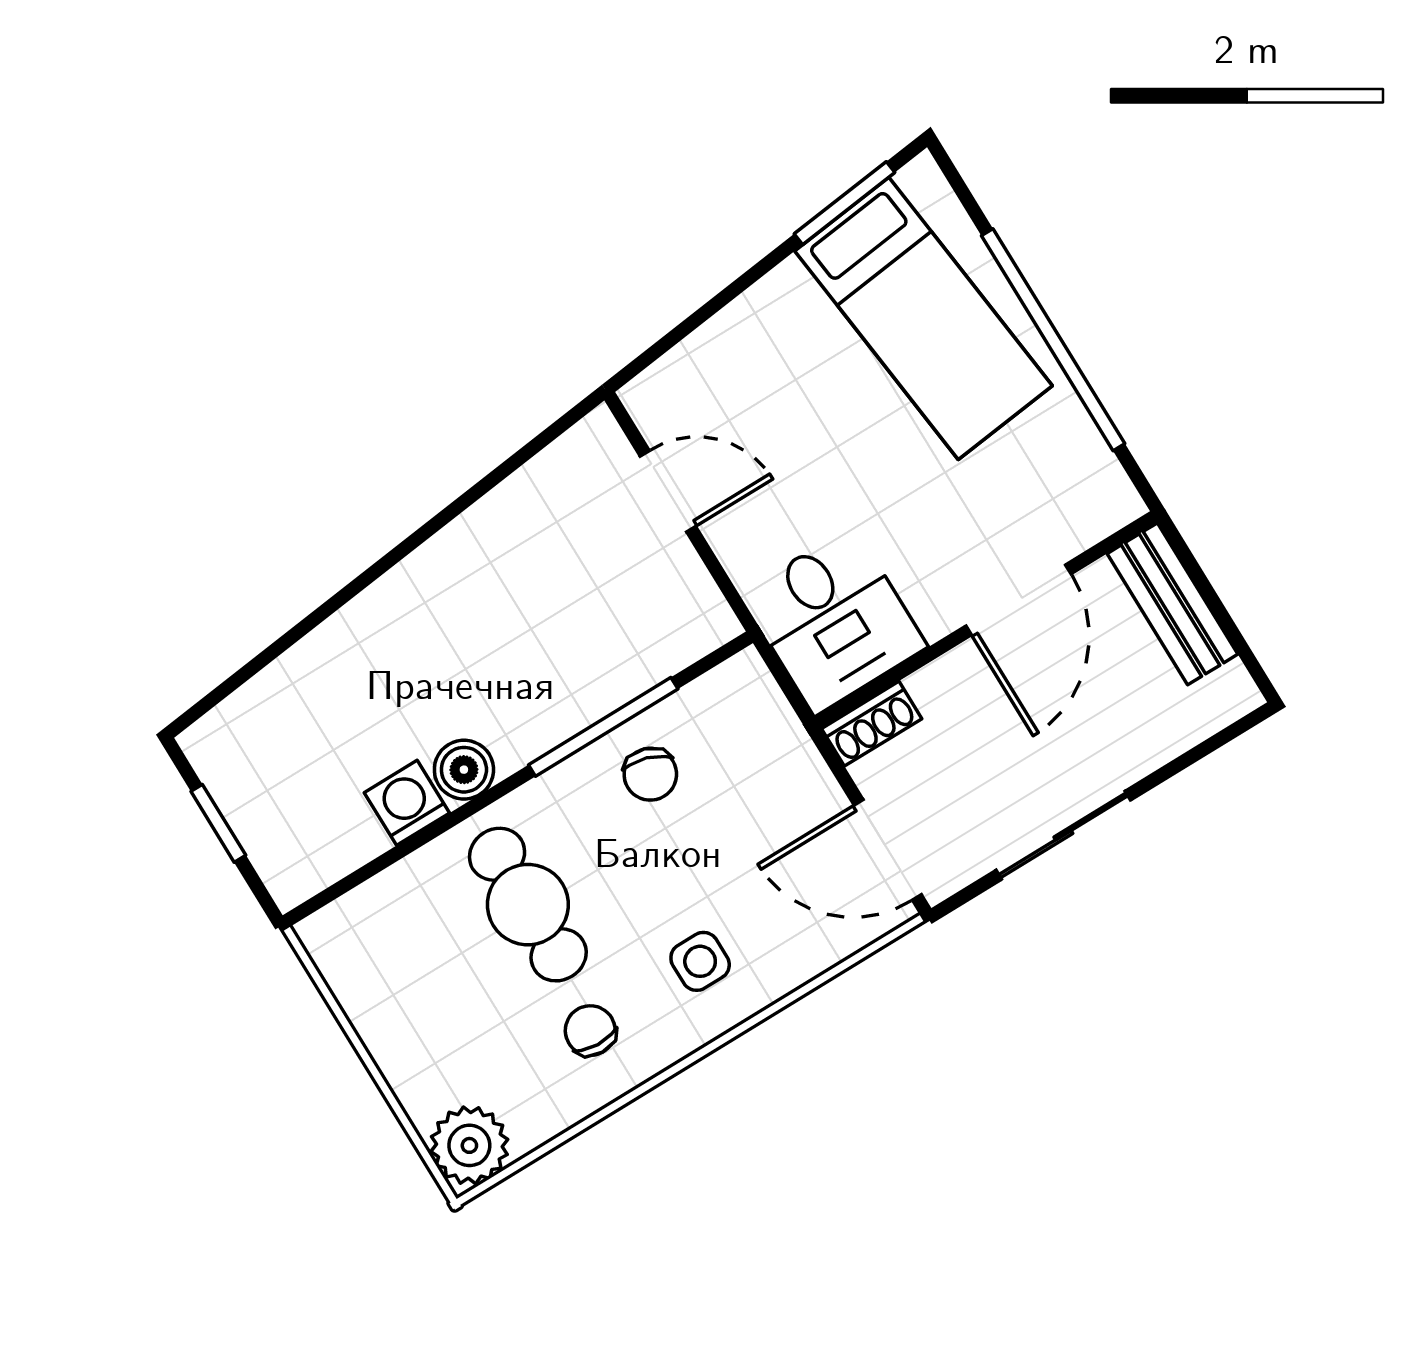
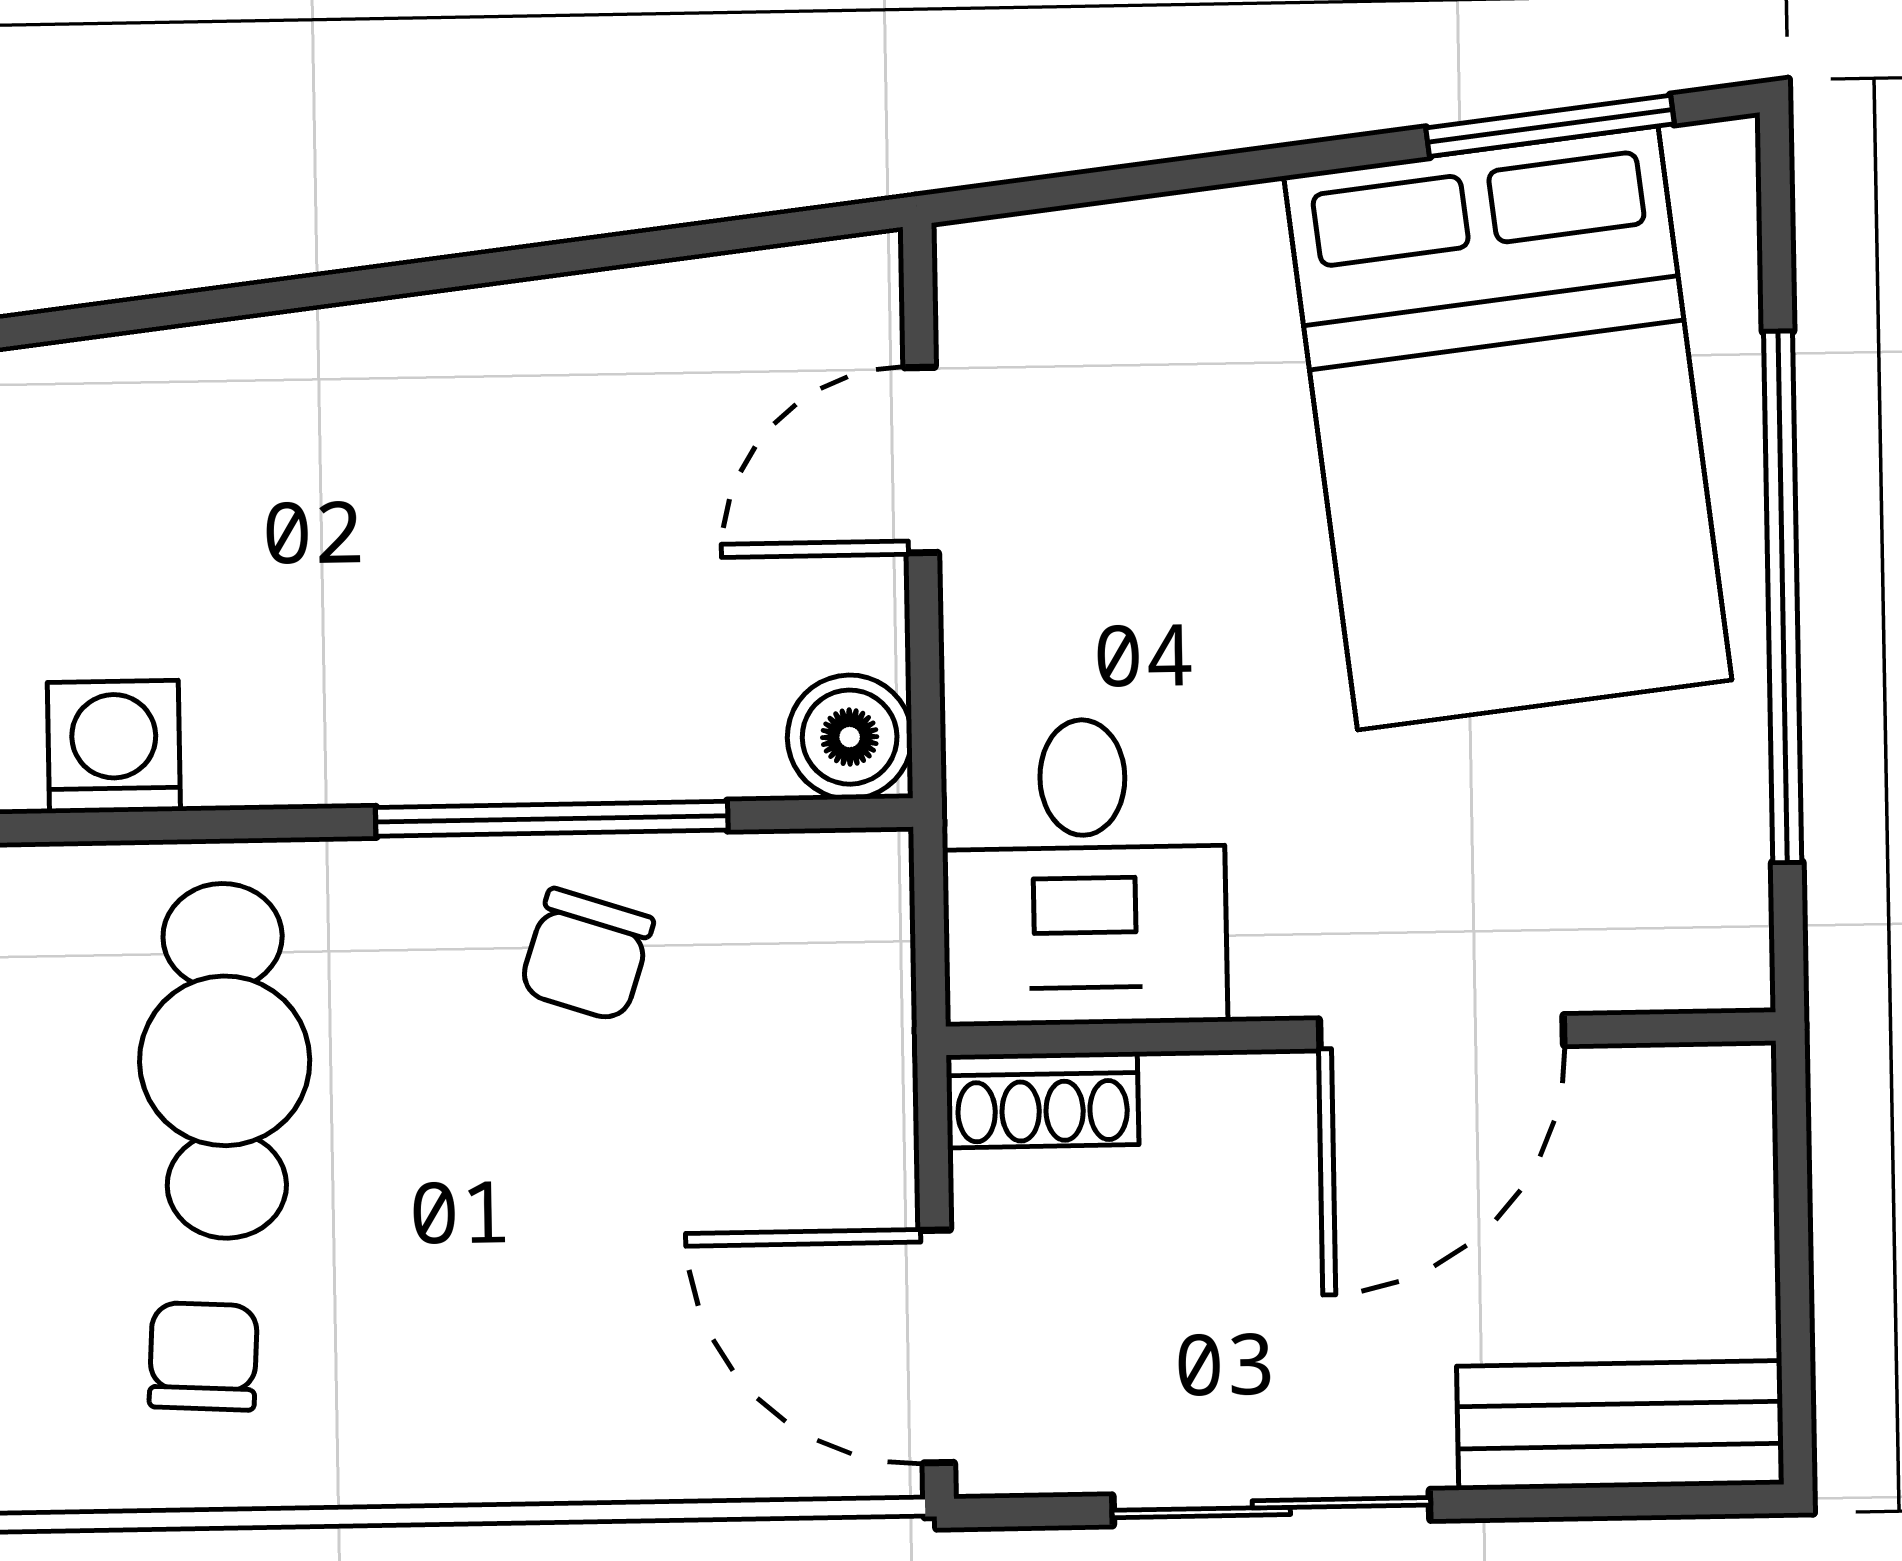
bed: (924, 318) -> (1508, 428), width x1.50
door: (668, 491) -> (921, 460), swing flipped
bench: (1172, 604) -> (1620, 1425), moved, turned 90
boiler: (464, 770) -> (850, 737), moved
side table: (700, 961) -> (477, 1348), removed

